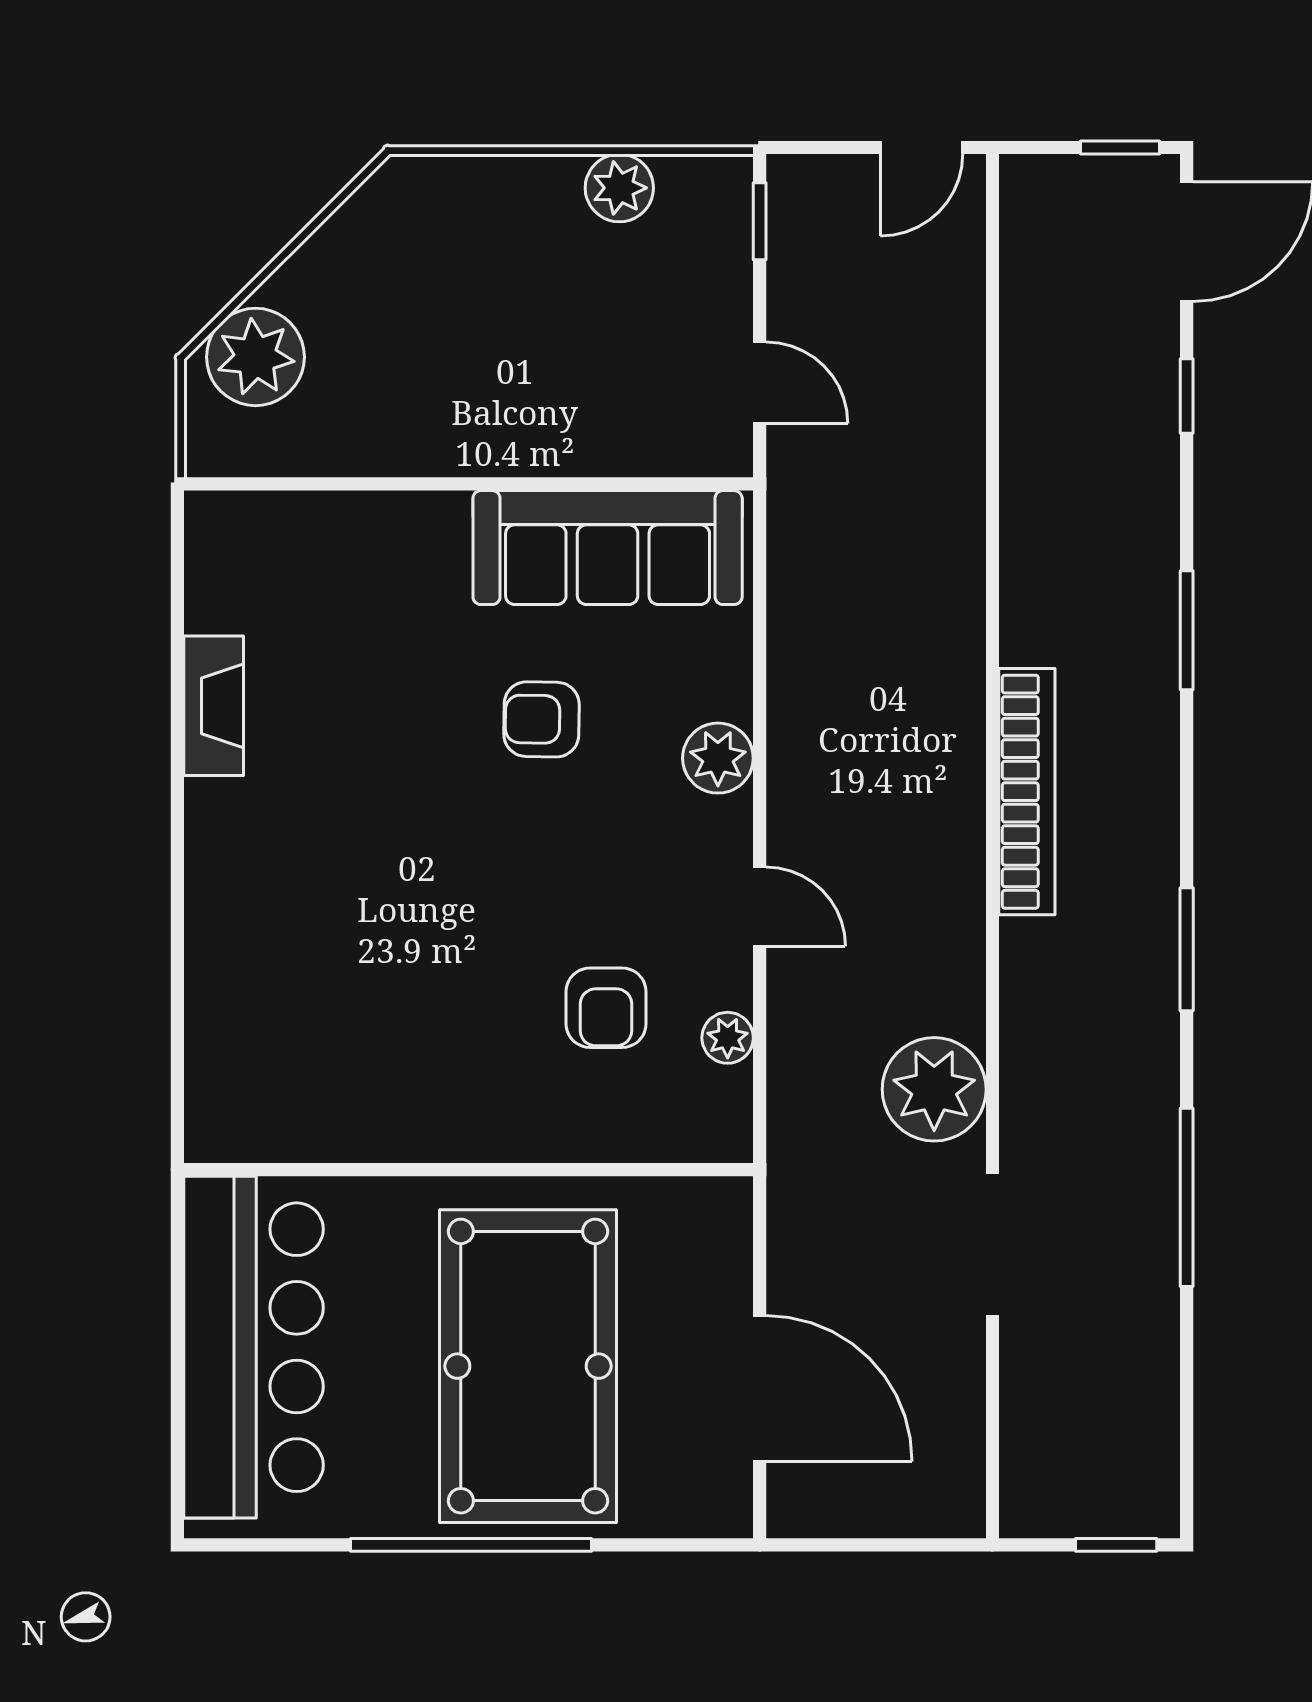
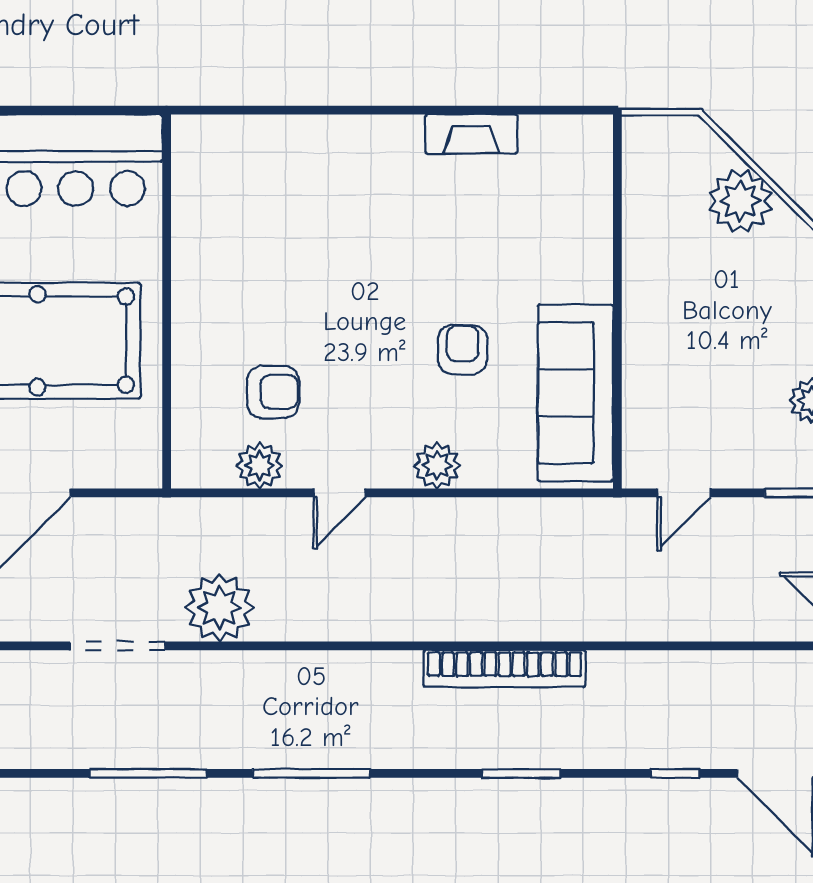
plant: (255, 357) -> (740, 201), moved
bookcase: (1027, 792) -> (505, 669), moved
window: (1187, 949) -> (311, 773), width x1.44
armchair: (606, 1008) -> (273, 392), turned 180
plant: (728, 1038) -> (260, 465), width x1.38, depth x1.38

